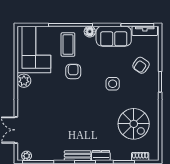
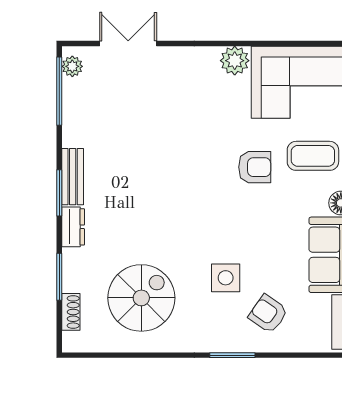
side table: (113, 84) -> (226, 278), moved
spiral stairs: (134, 124) -> (141, 298), turned 180

